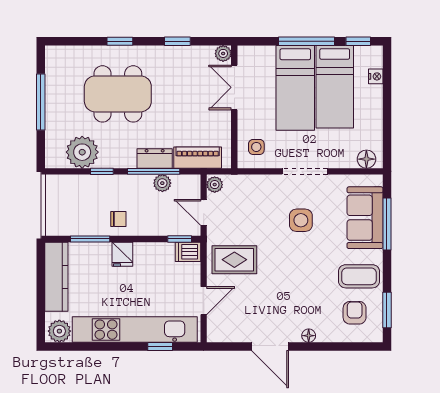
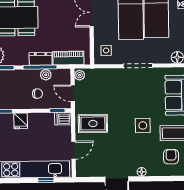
chair: (118, 219) -> (37, 94), moved
side table: (301, 220) -> (143, 125), moved

